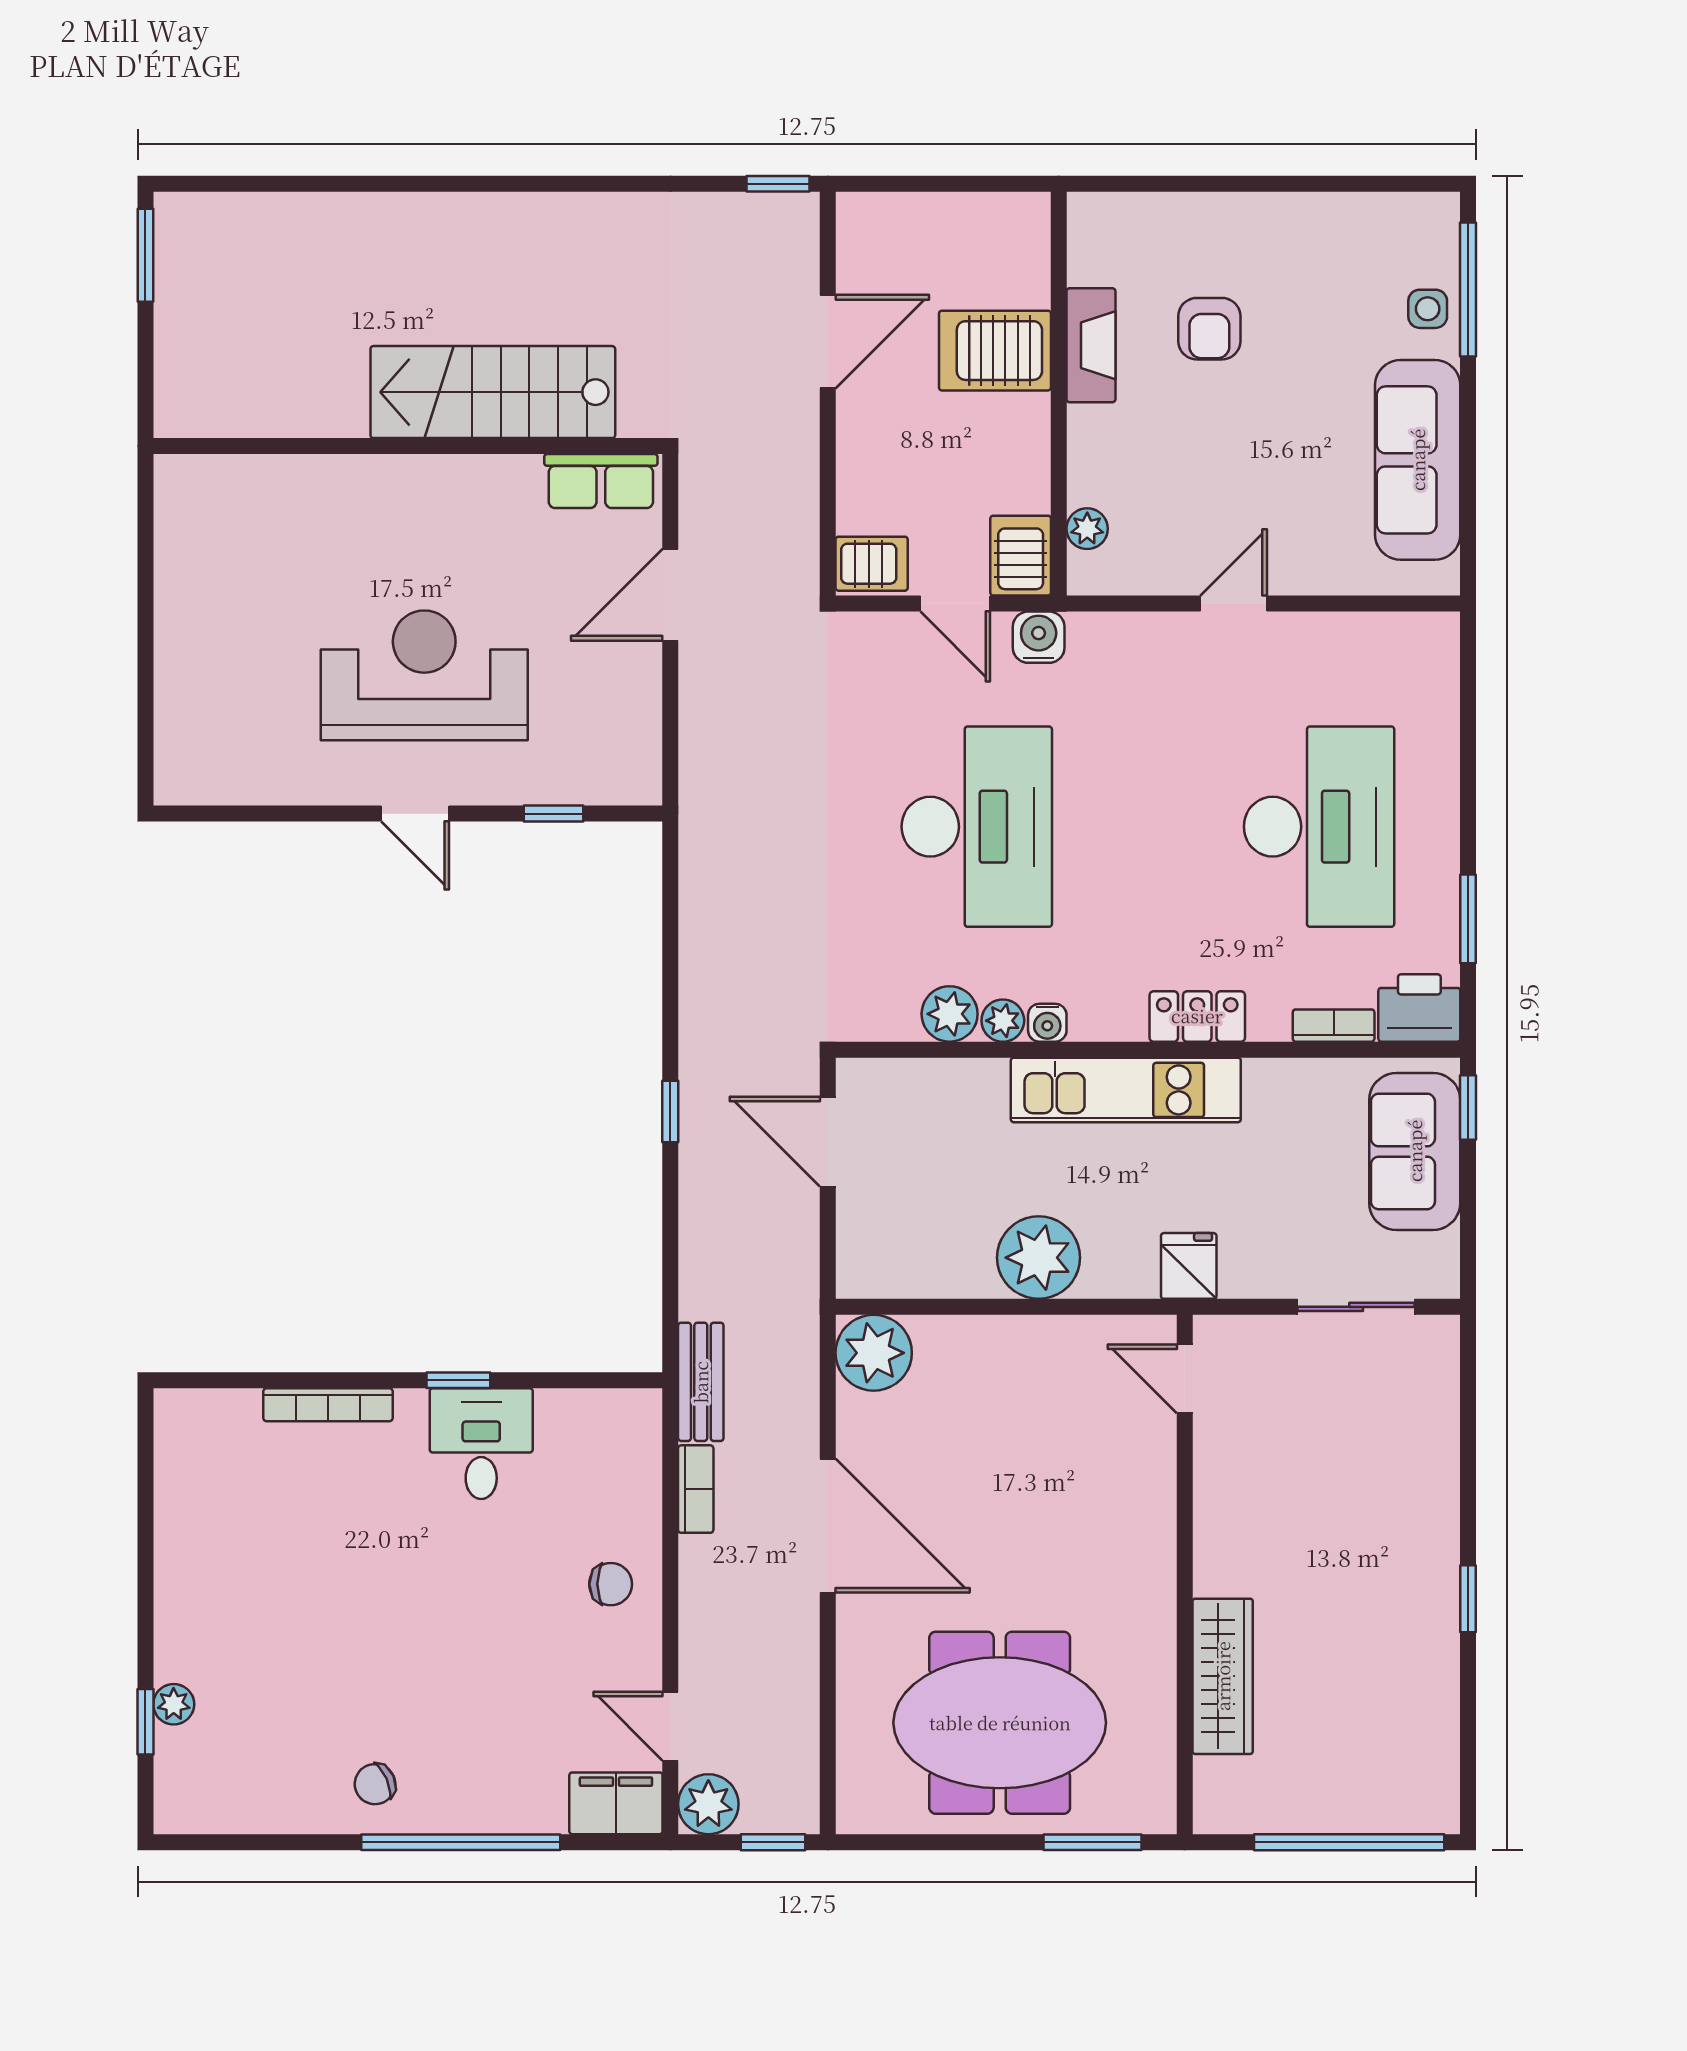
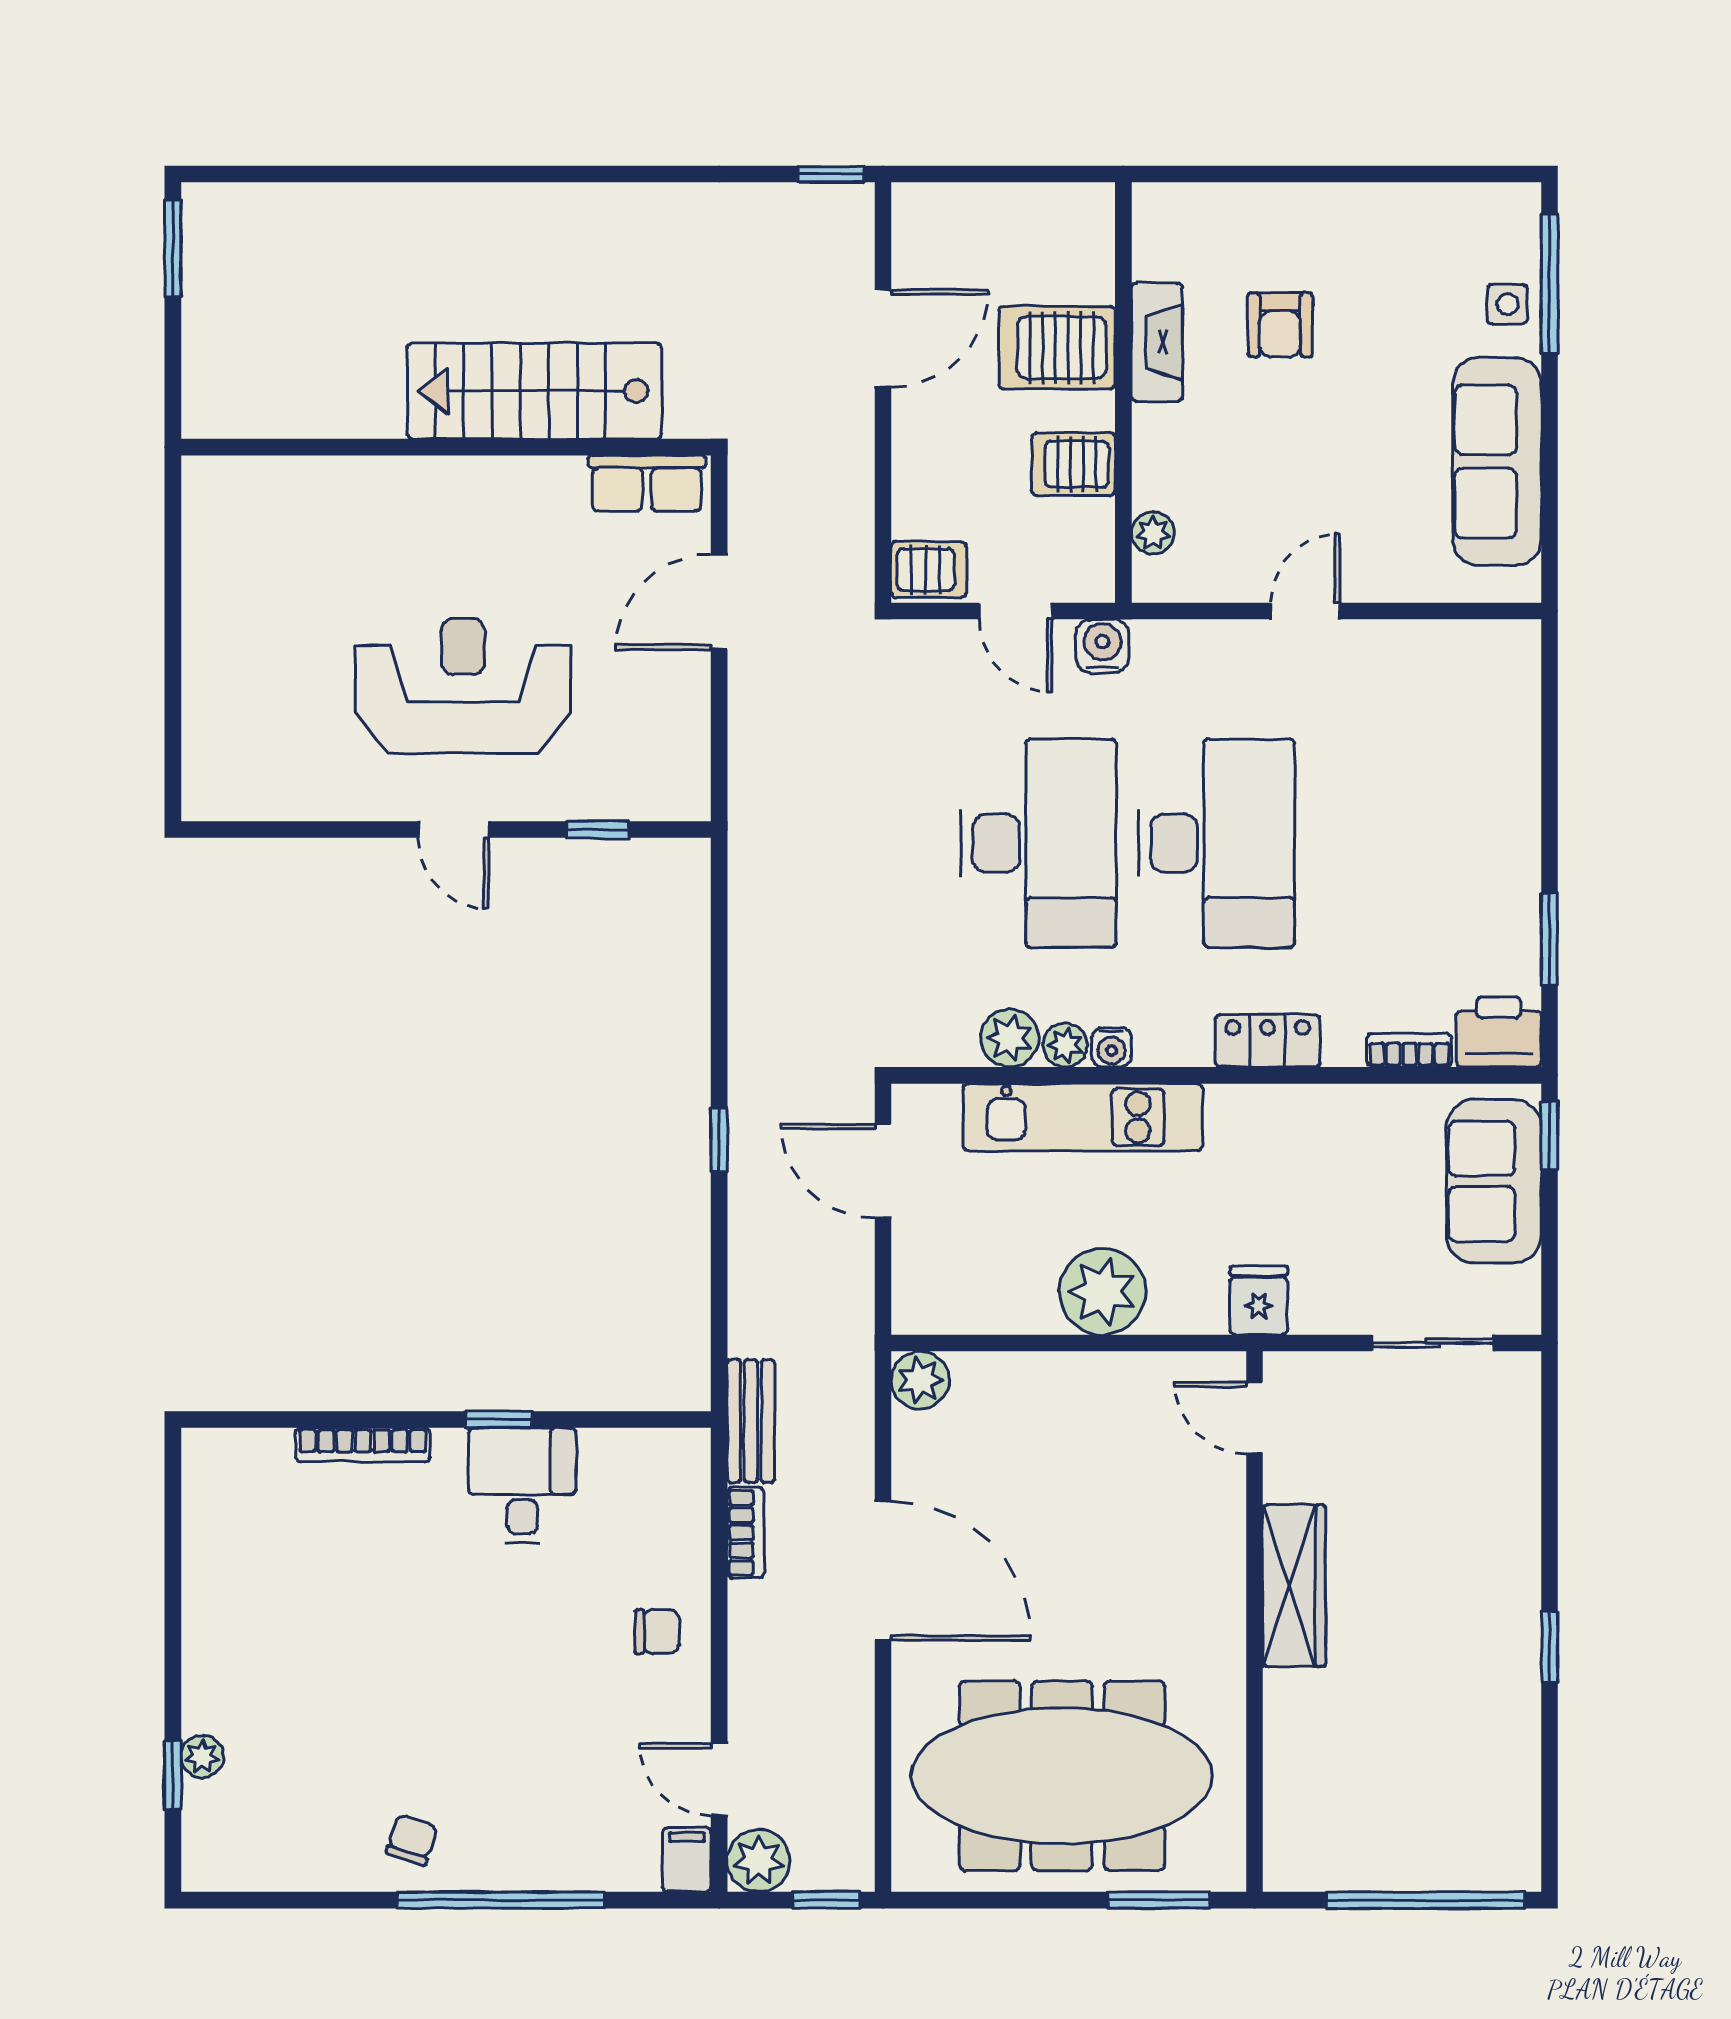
server rack: (1021, 556) -> (1073, 464), moved, turned -90
desk: (1319, 827) -> (1216, 843), moved
kitchen unit: (1126, 1090) -> (1083, 1117), moved
plant: (874, 1353) -> (920, 1380), width x0.73, depth x0.73
wardrobe: (1223, 1676) -> (1294, 1586), moved
meeting table: (1000, 1723) -> (1062, 1776), width x1.36
chair: (375, 1784) -> (412, 1840), turned 132
filing cabinet: (616, 1803) -> (687, 1860), width x0.50

